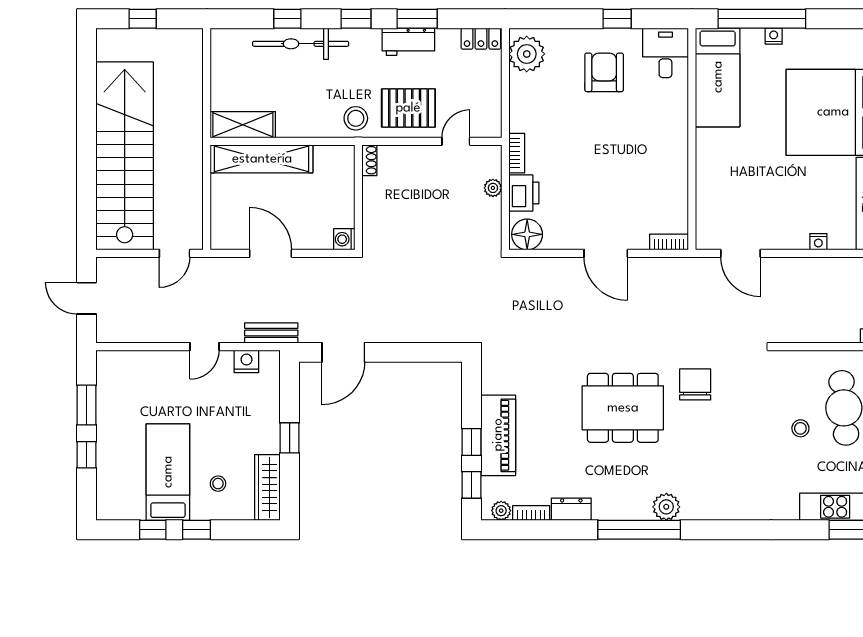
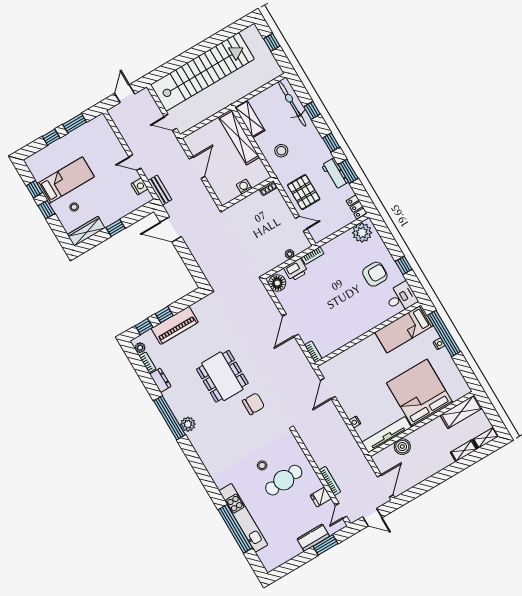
bicycle: (301, 44) -> (292, 104), moved
stool: (356, 118) -> (281, 151), moved
washing machine: (344, 239) -> (244, 187), moved

